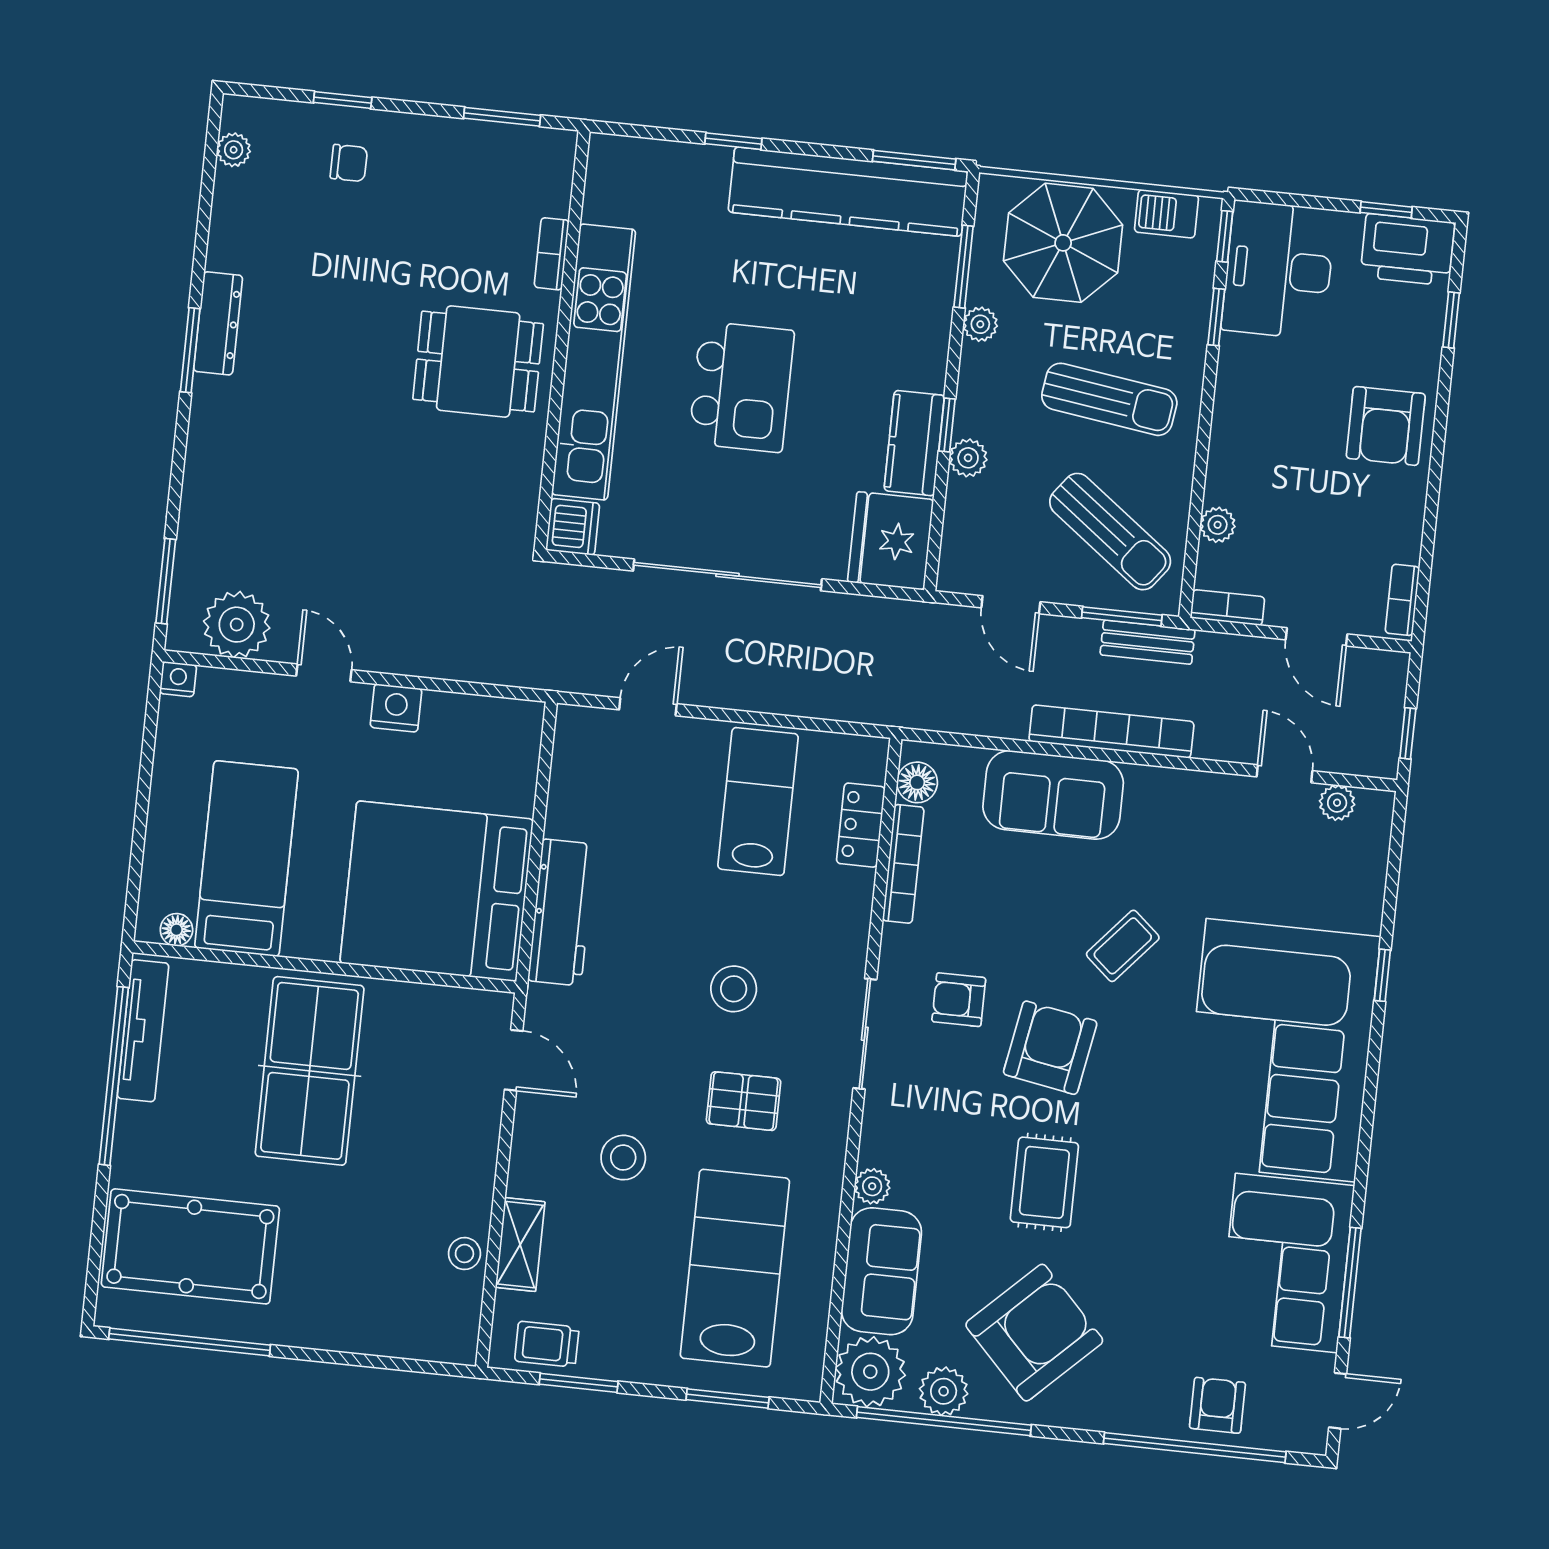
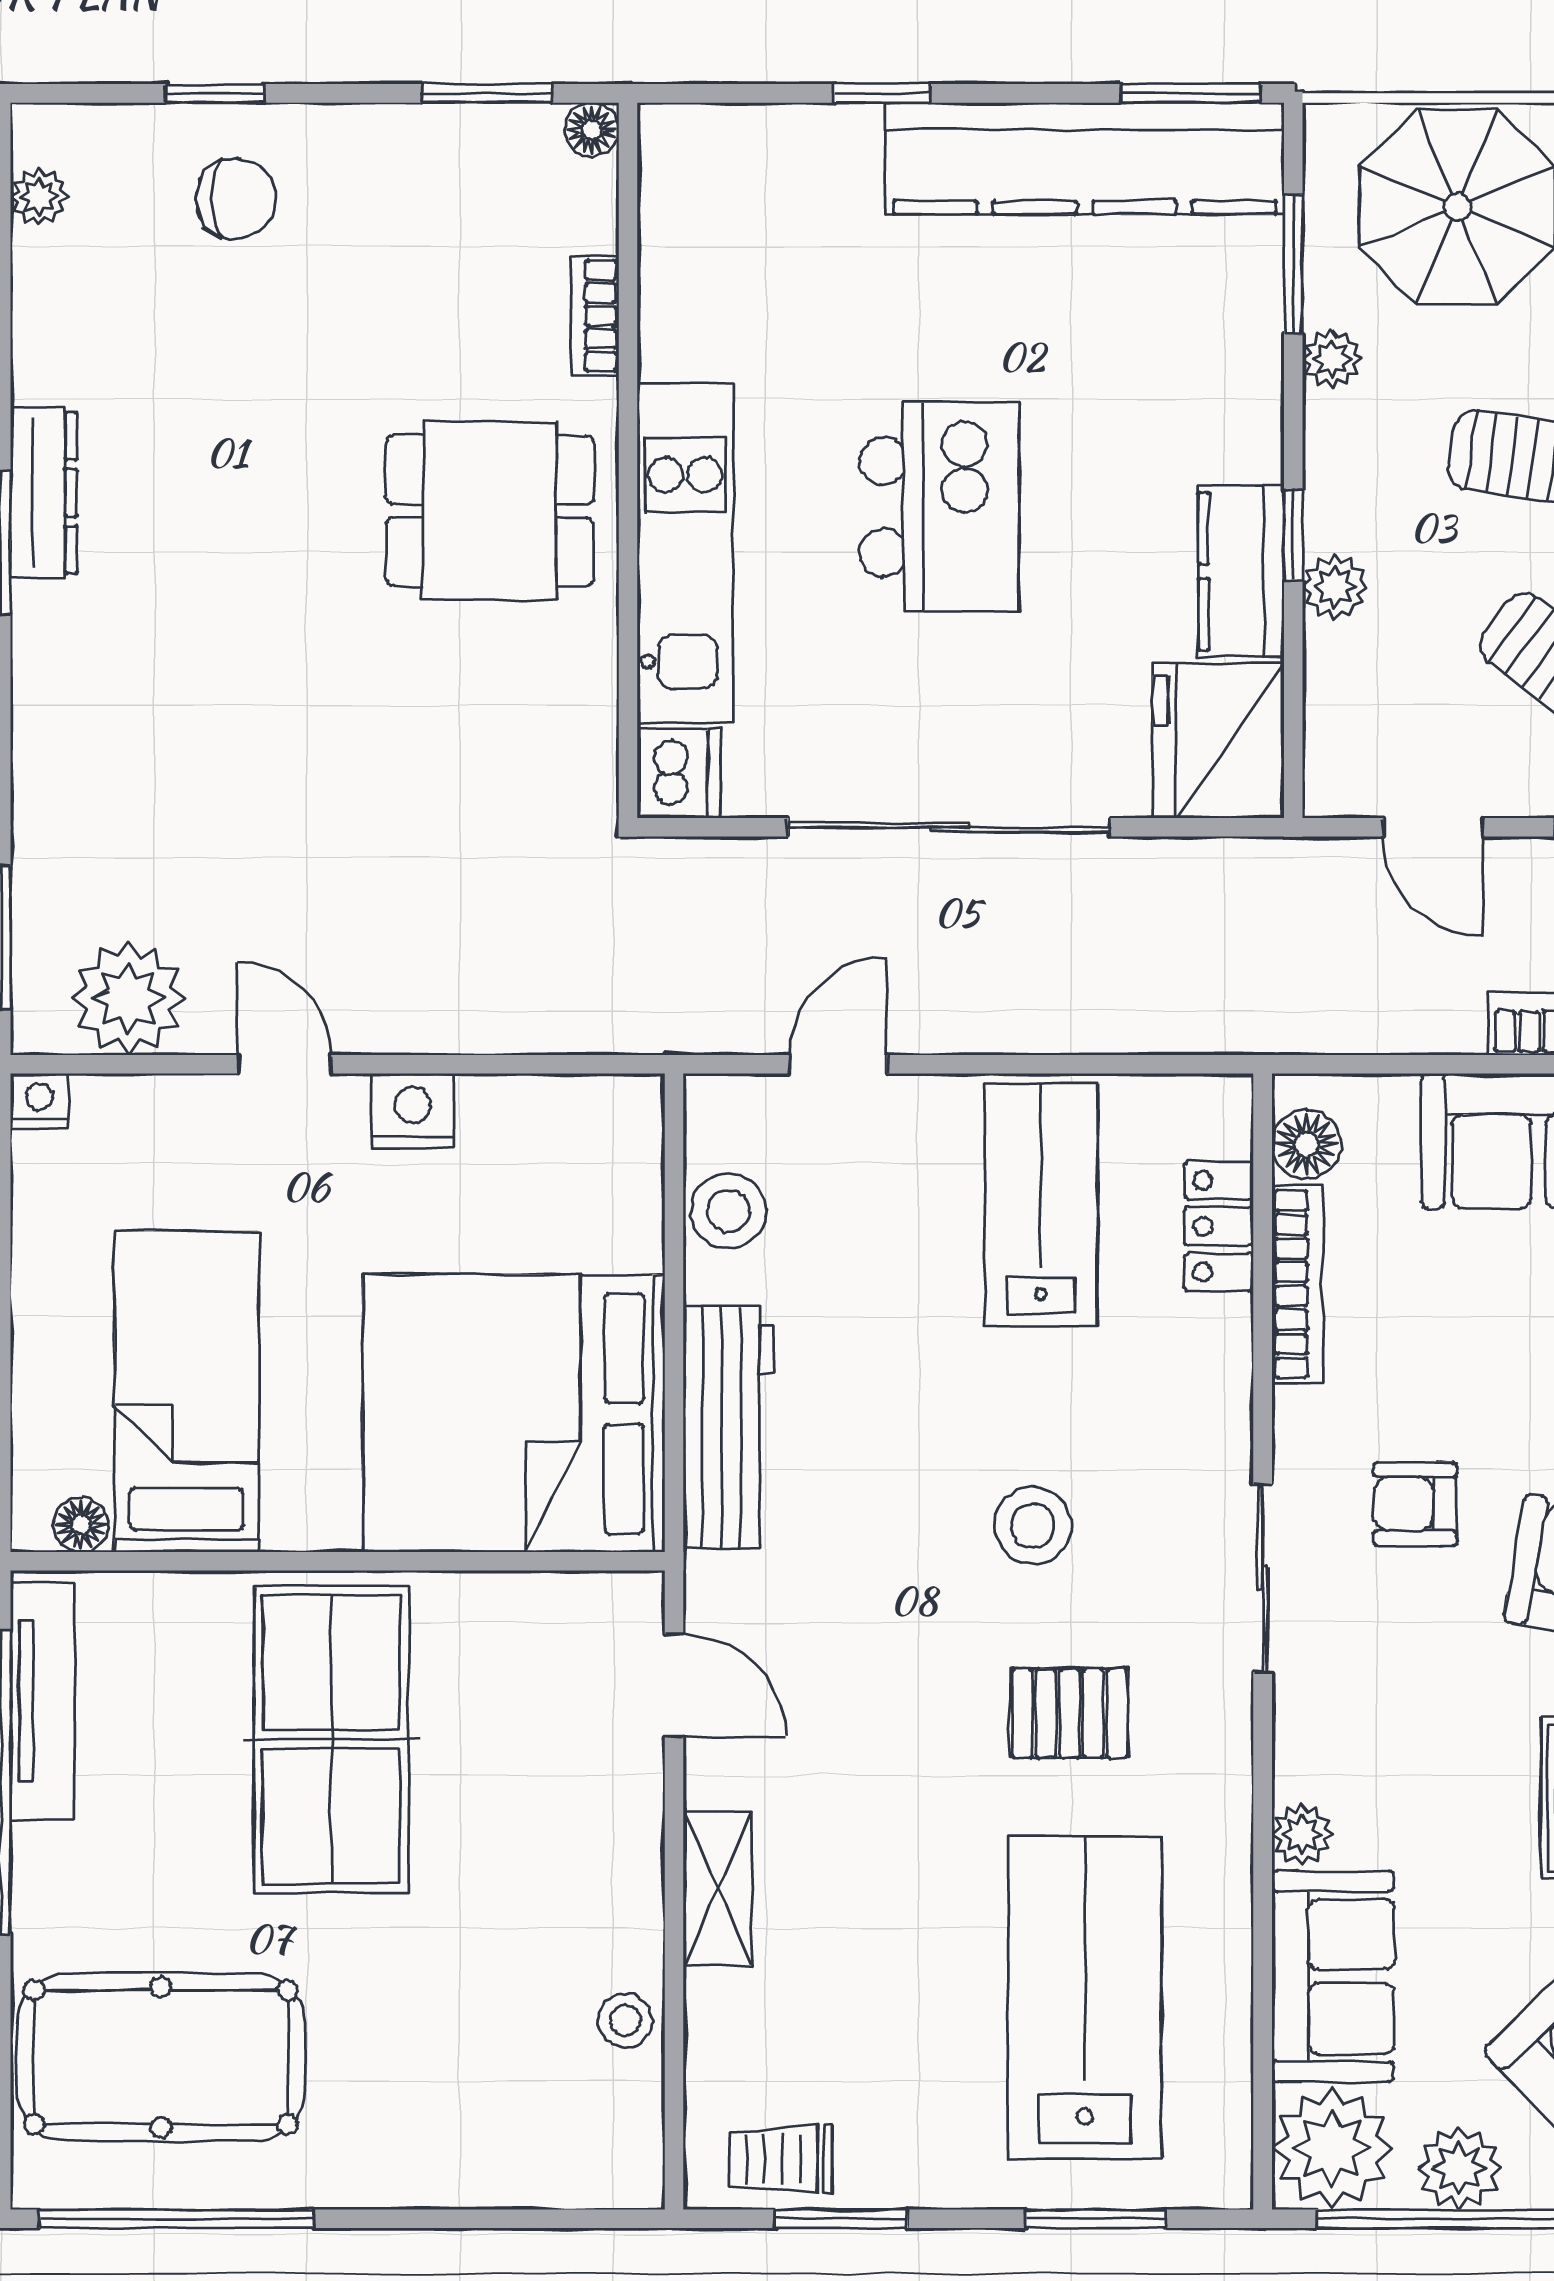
floor lamp: (561, 145) -> (592, 130), added
chair: (349, 163) -> (236, 199), width x1.37, depth x1.37
kitchen unit: (594, 362) -> (685, 553), width x0.73
stool: (623, 1158) -> (728, 1211), moved
shelving: (520, 1245) -> (718, 1889), moved

